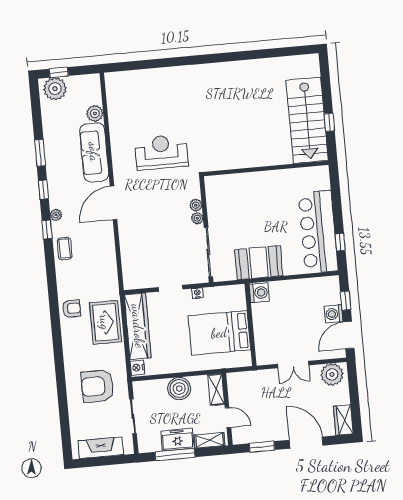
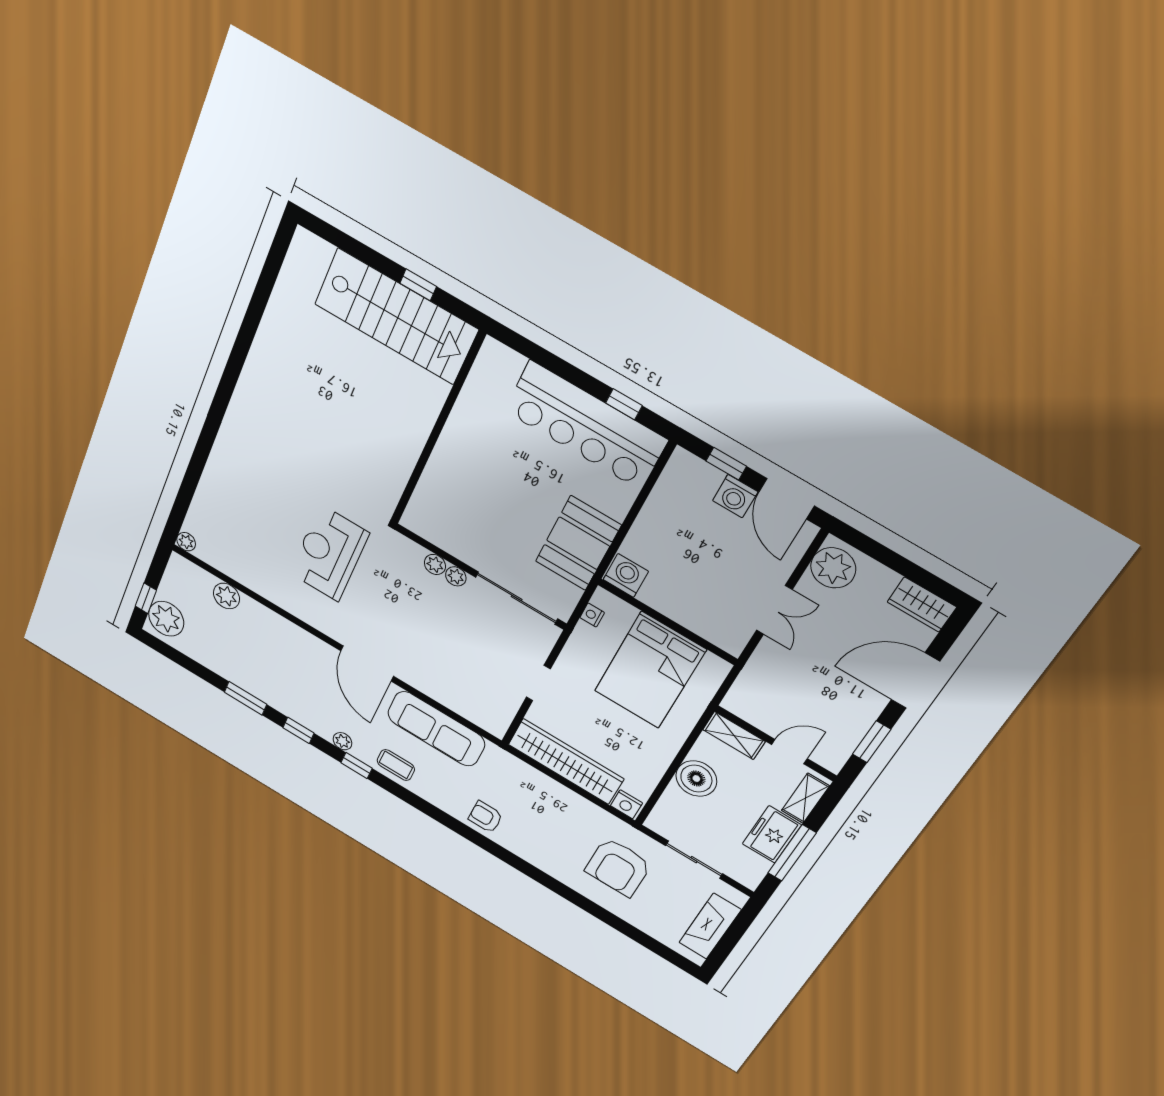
plant: (110, 78) -> (186, 542), added
sofa: (94, 152) -> (436, 729), moved
nightstand: (197, 293) -> (592, 615), moved
armchair: (71, 308) -> (486, 817), turned -90
rug: (105, 322) -> (533, 794), removed

